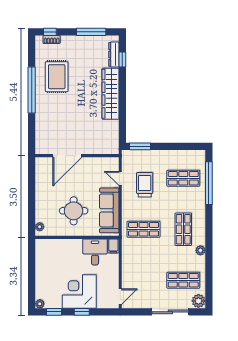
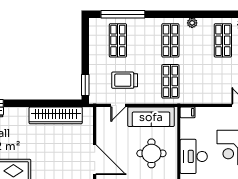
wardrobe: (110, 94) -> (56, 115), moved
shop shelf: (183, 229) -> (170, 40), turned 90
desk: (95, 252) -> (194, 156), moved, width x1.37

